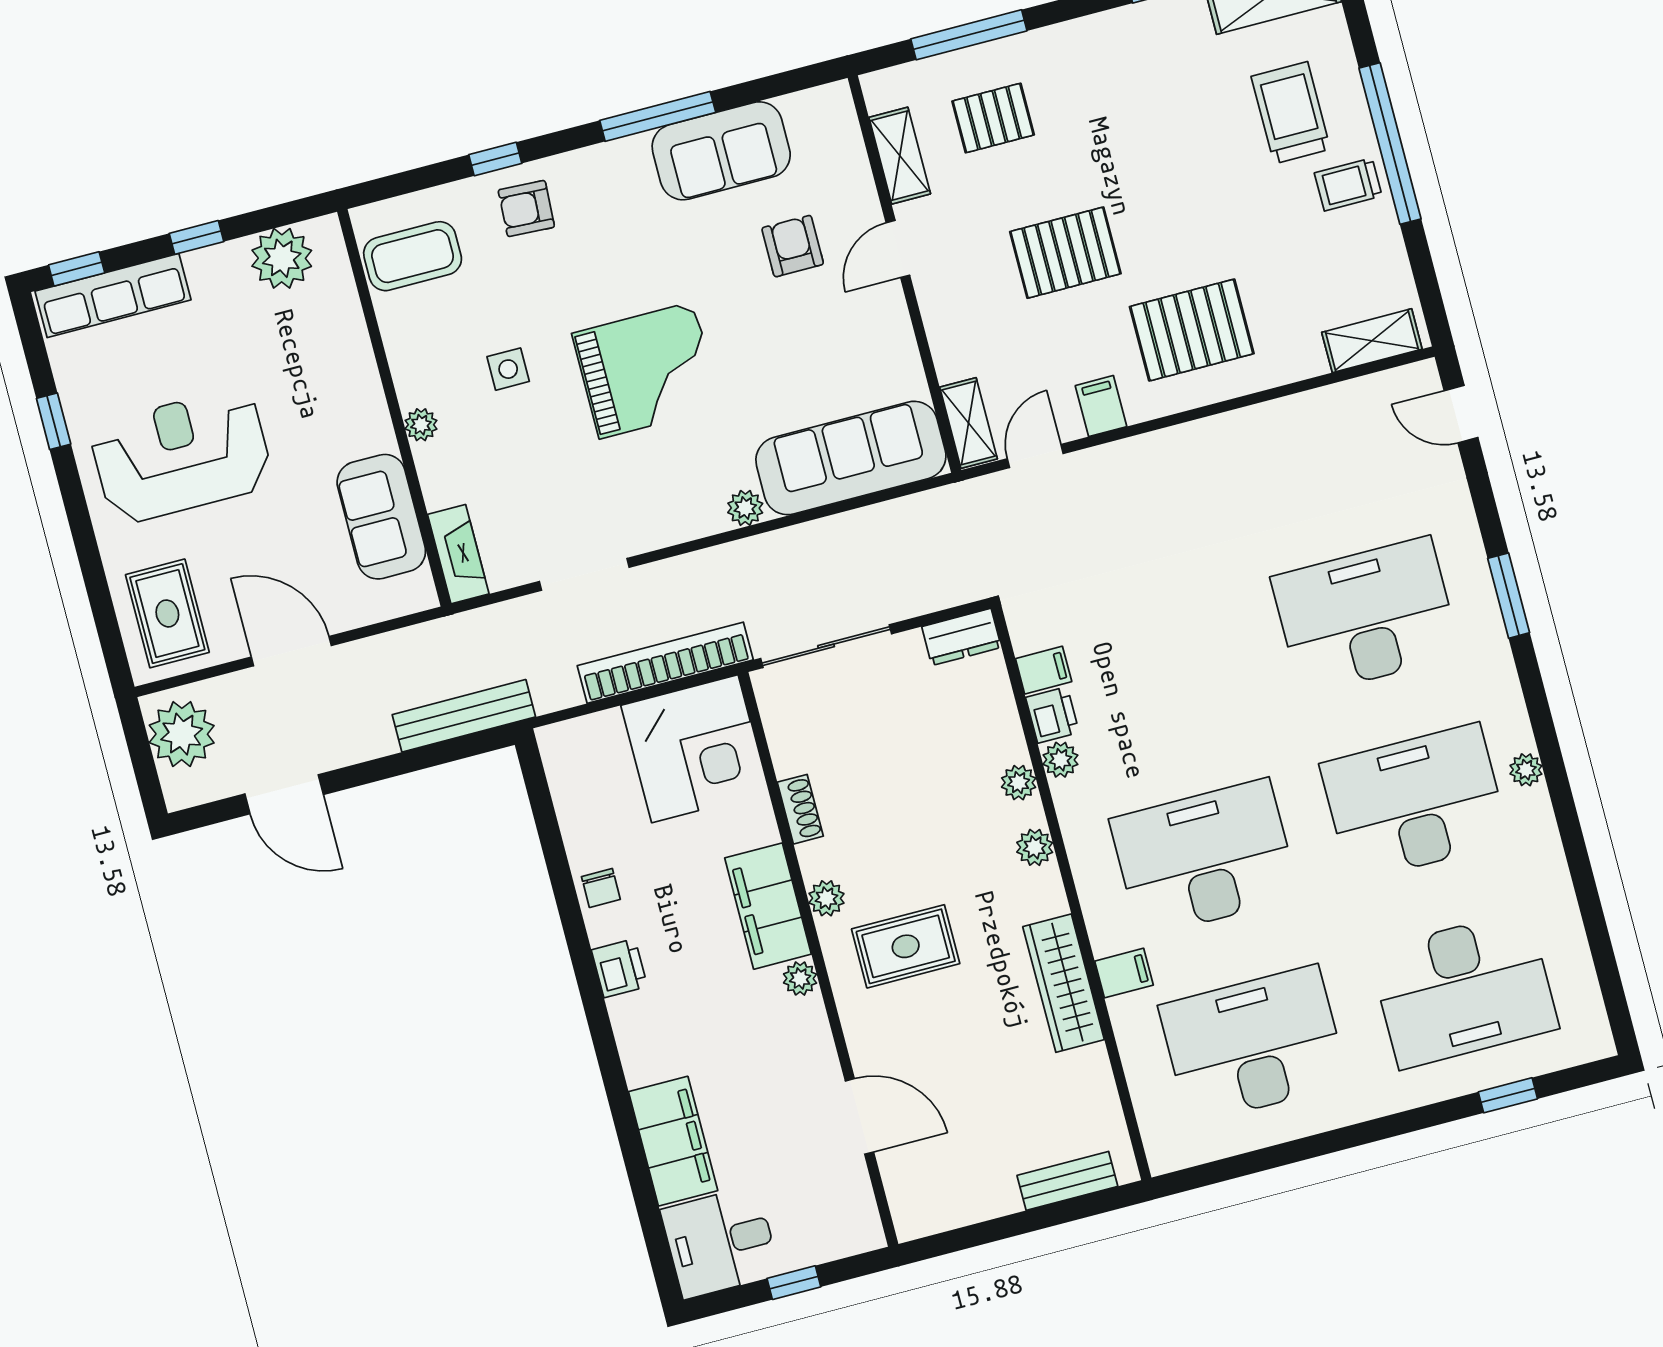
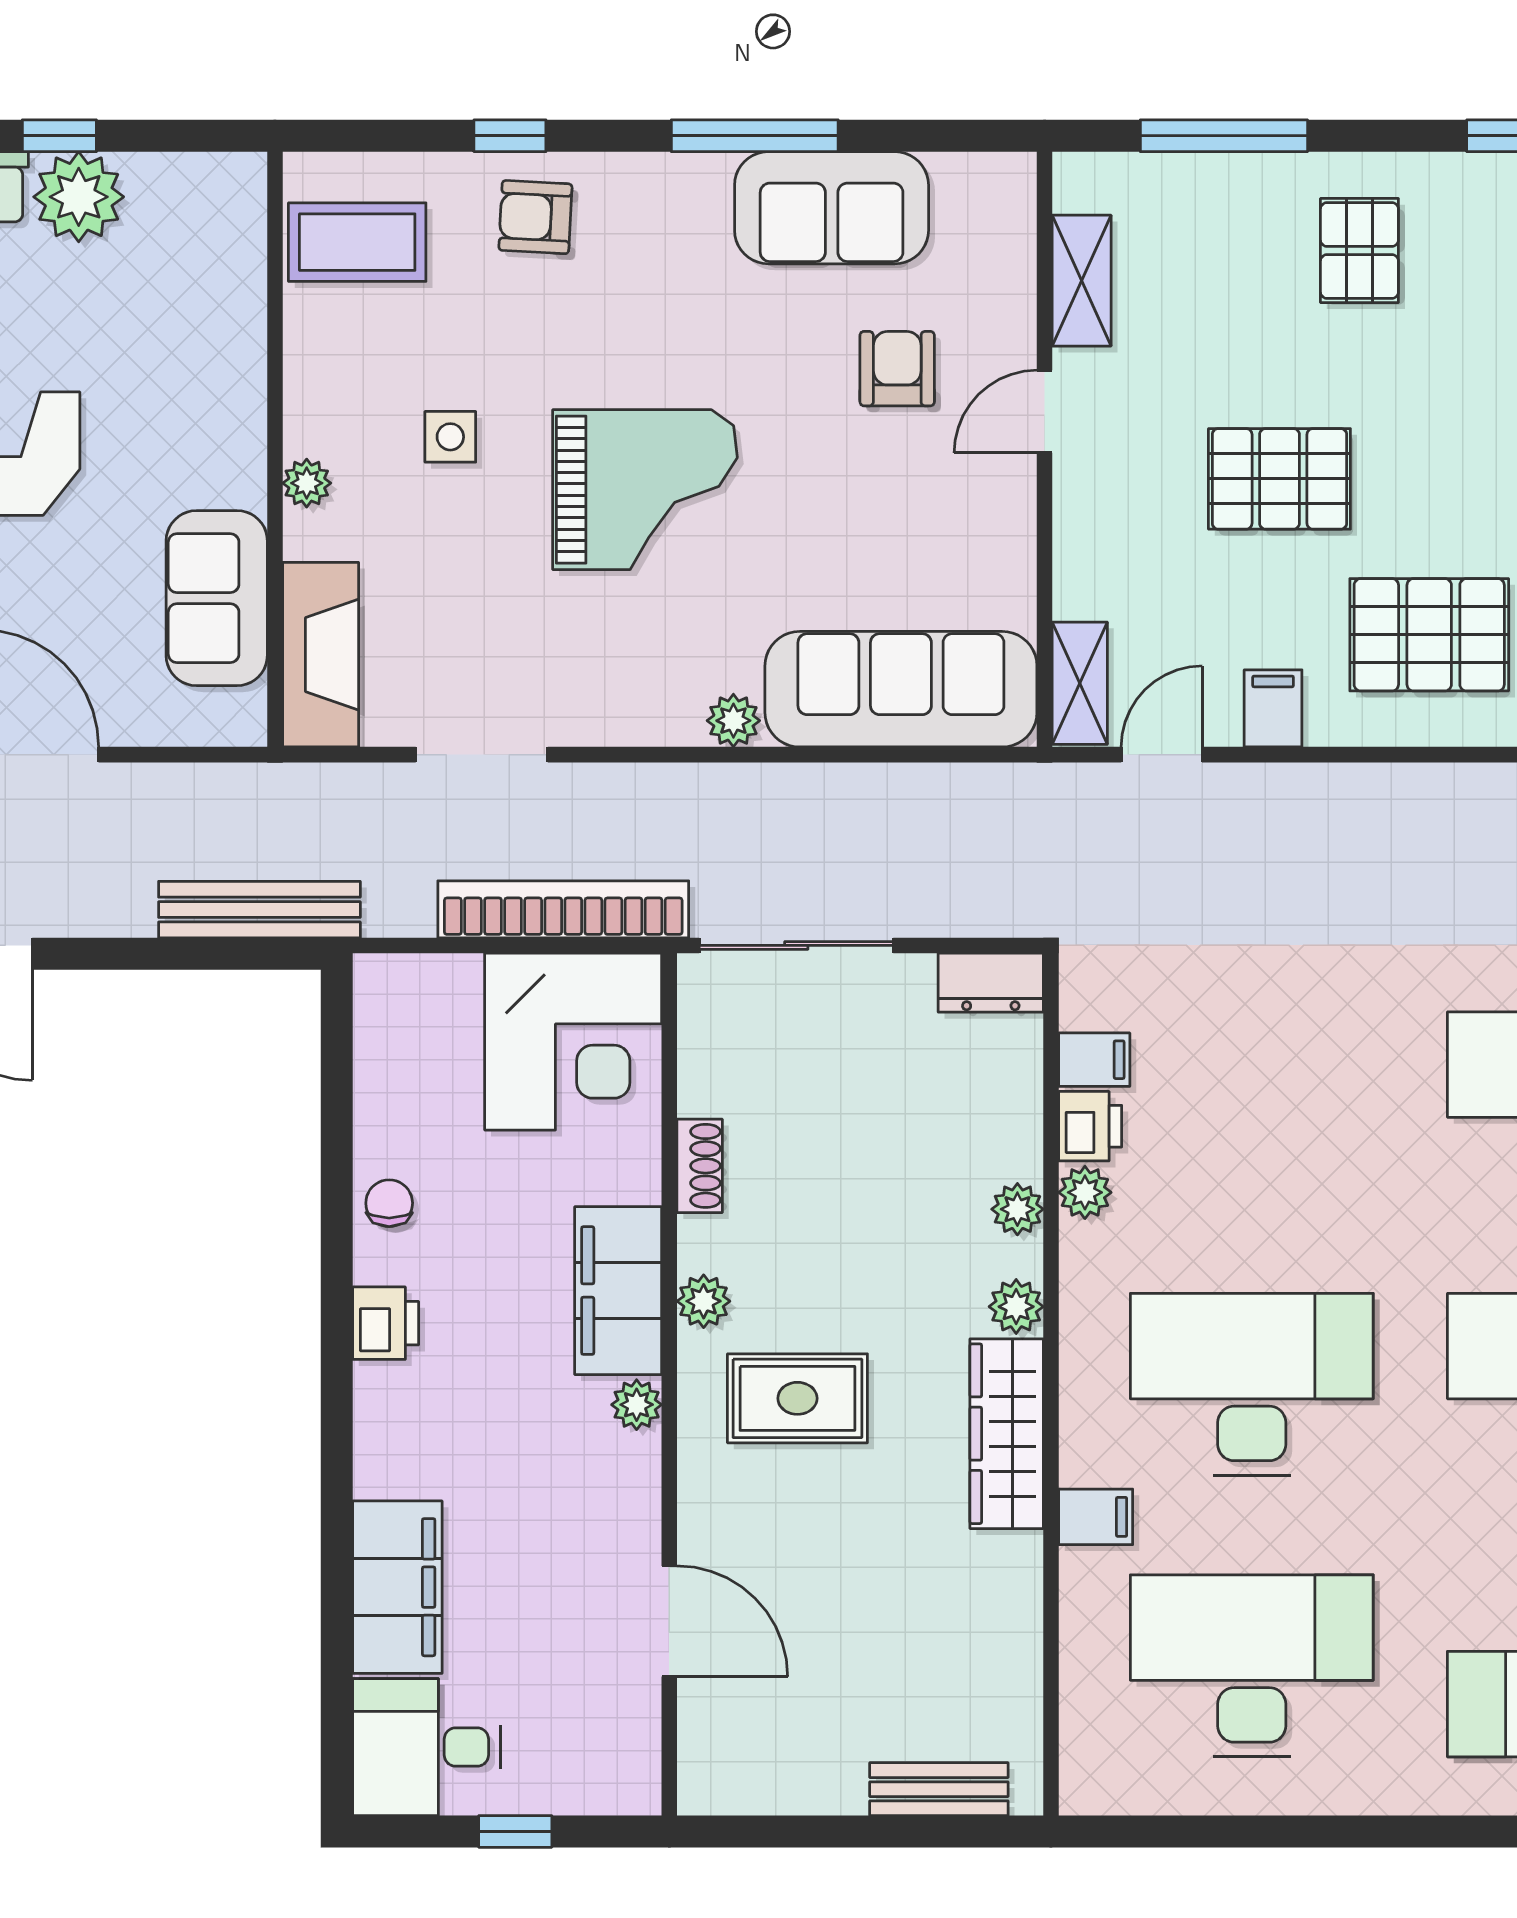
pallet: (993, 118) -> (1359, 251), moved, turned 90
plant: (282, 258) -> (79, 197), moved
fireplace: (458, 554) -> (321, 655), width x1.37, depth x1.32
chair: (601, 888) -> (389, 1203), turned 180
wardrobe: (1064, 983) -> (1007, 1434), moved

